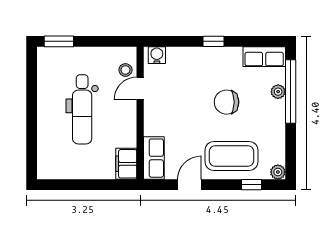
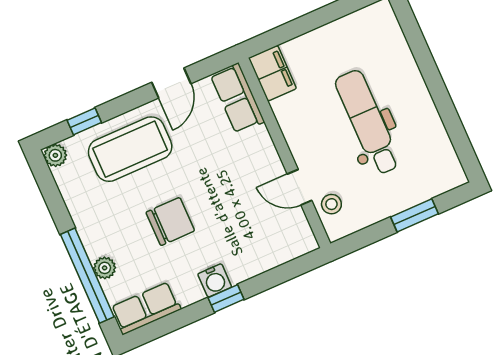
window: (59, 41) -> (414, 215), moved
water cooler: (157, 55) -> (215, 280), moved
door: (140, 88) -> (300, 187), swing flipped

